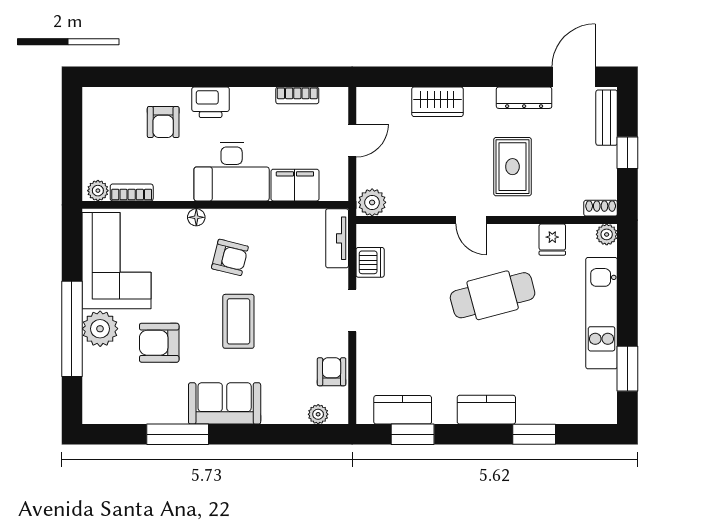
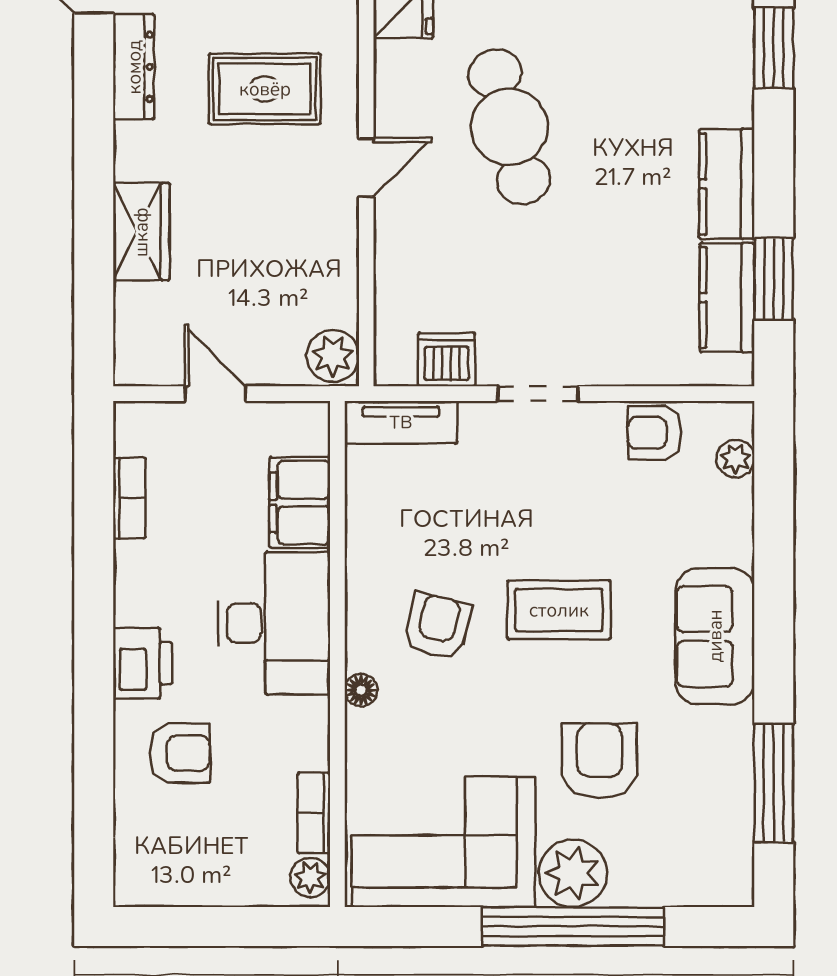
armchair: (159, 343) -> (600, 761), turned 180
kitchen counter: (486, 410) -> (727, 184), moved
window: (178, 434) -> (774, 783), moved

